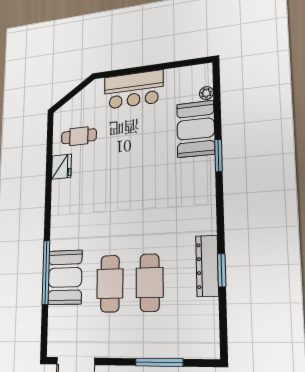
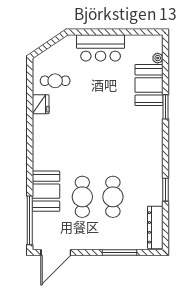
dresser: (207, 266) -> (155, 227), moved
window: (46, 272) -> (30, 220), moved

